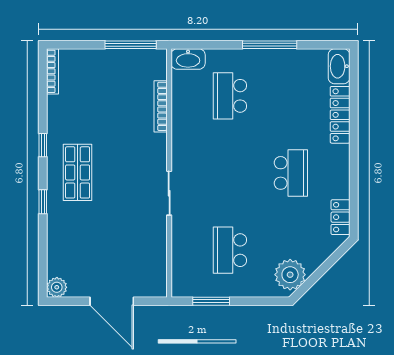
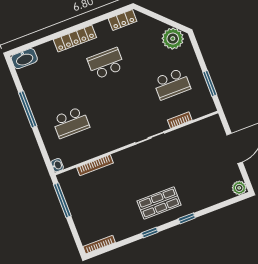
washbasin: (188, 59) -> (57, 165), width x0.52, depth x0.69
locker: (340, 115) -> (75, 38), moved
bookcase: (178, 242) -> (180, 120), added

